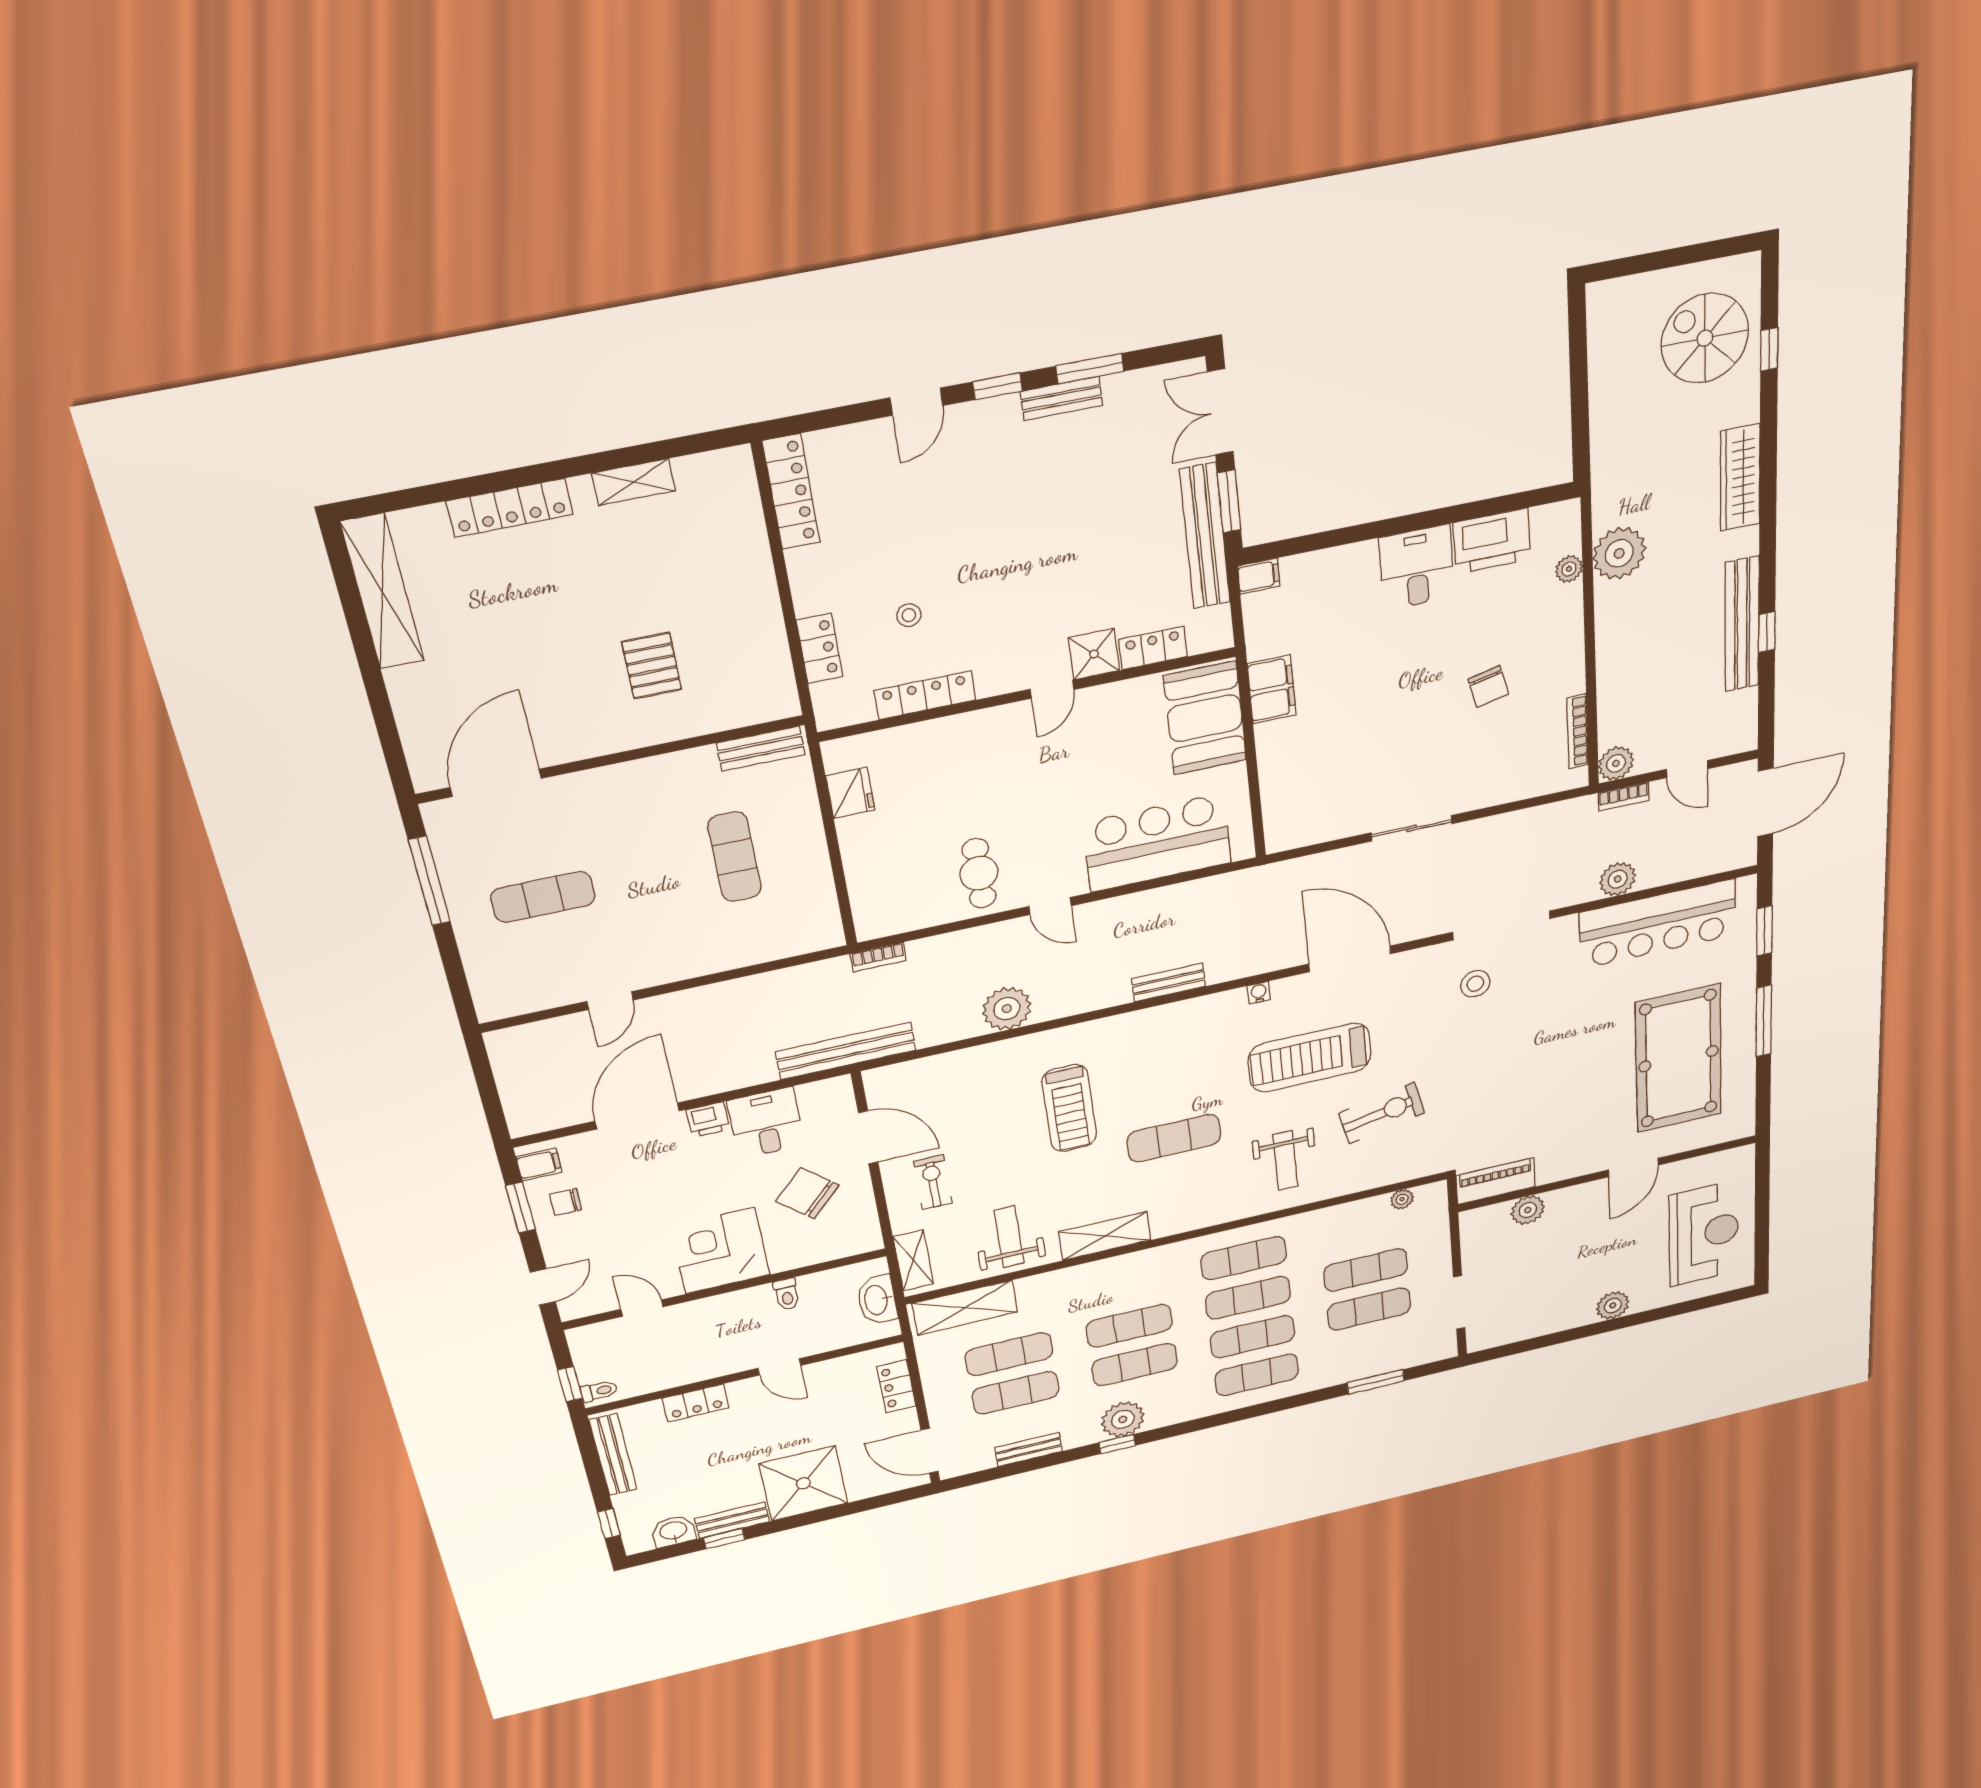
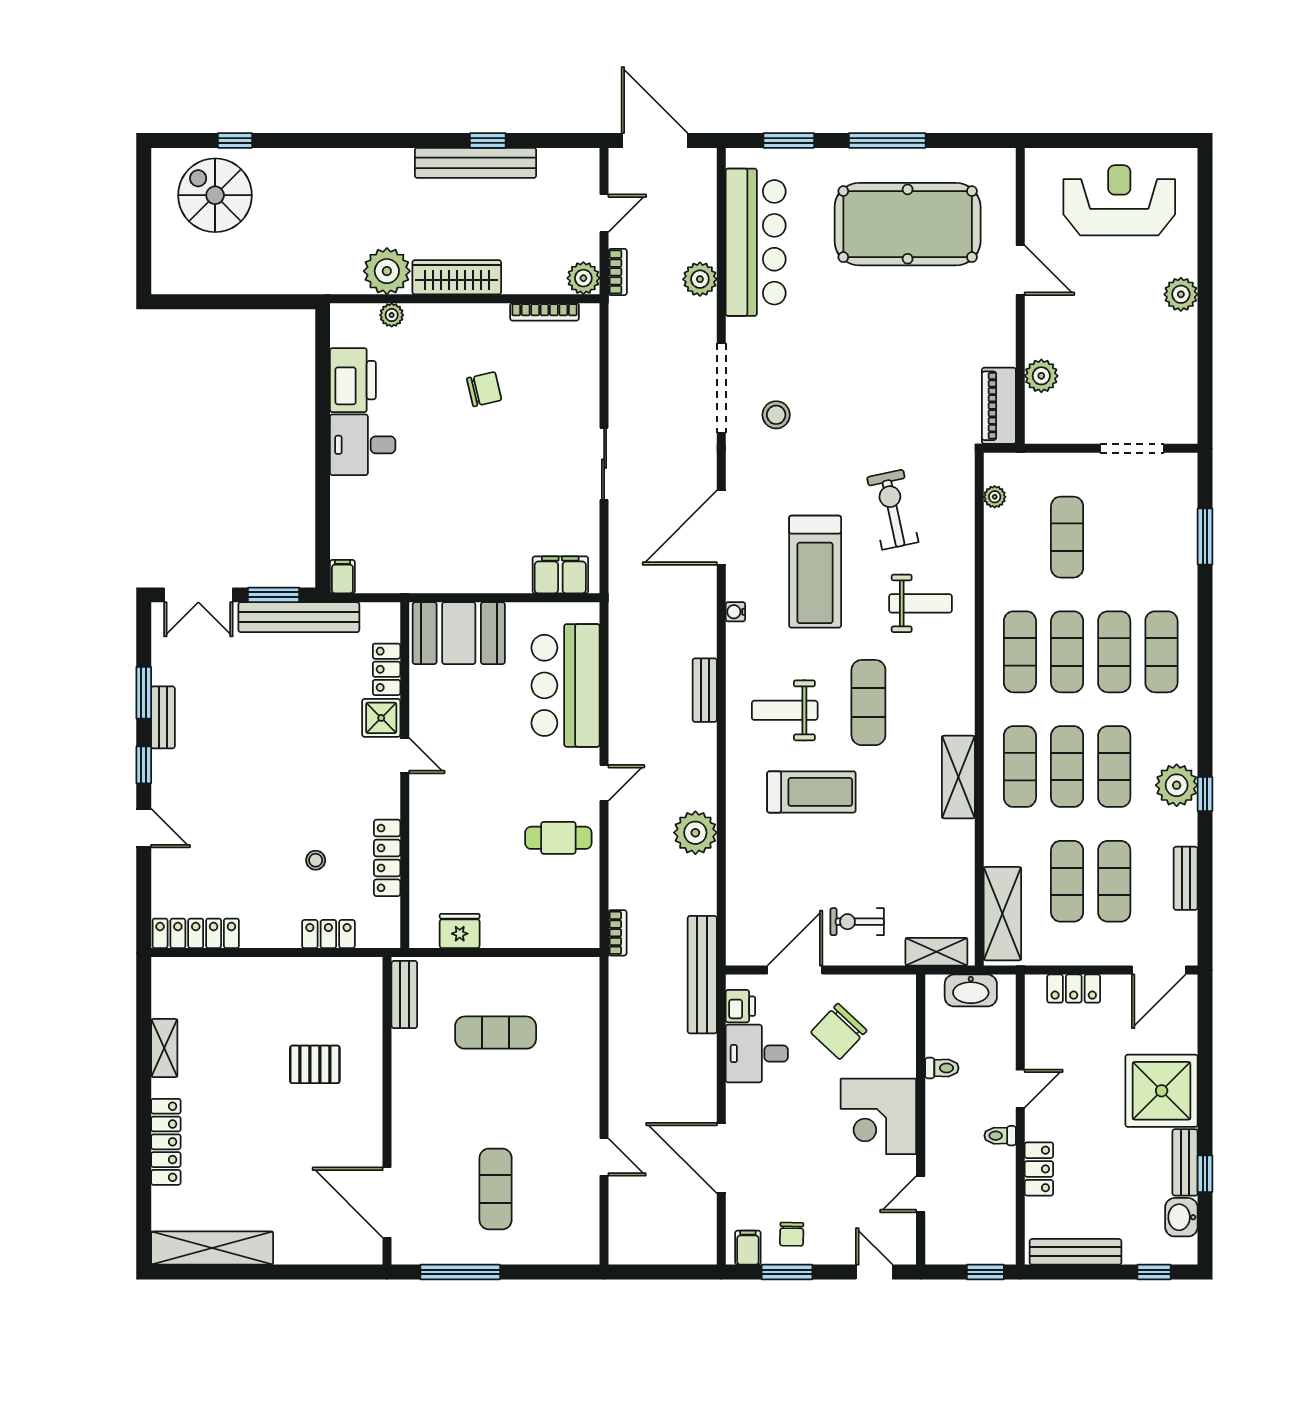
spiral stairs: (1705, 338) -> (215, 195), turned 90
wardrobe: (1740, 477) -> (457, 277), moved, turned 180
filing cabinet: (1272, 689) -> (560, 575), moved
printer: (708, 1120) -> (740, 1006), moved
weight bench: (1009, 1237) -> (785, 710), moved
exercise mat: (1369, 1309) -> (1020, 767), moved
toilet: (599, 1391) -> (1000, 1136), moved, turned -90

